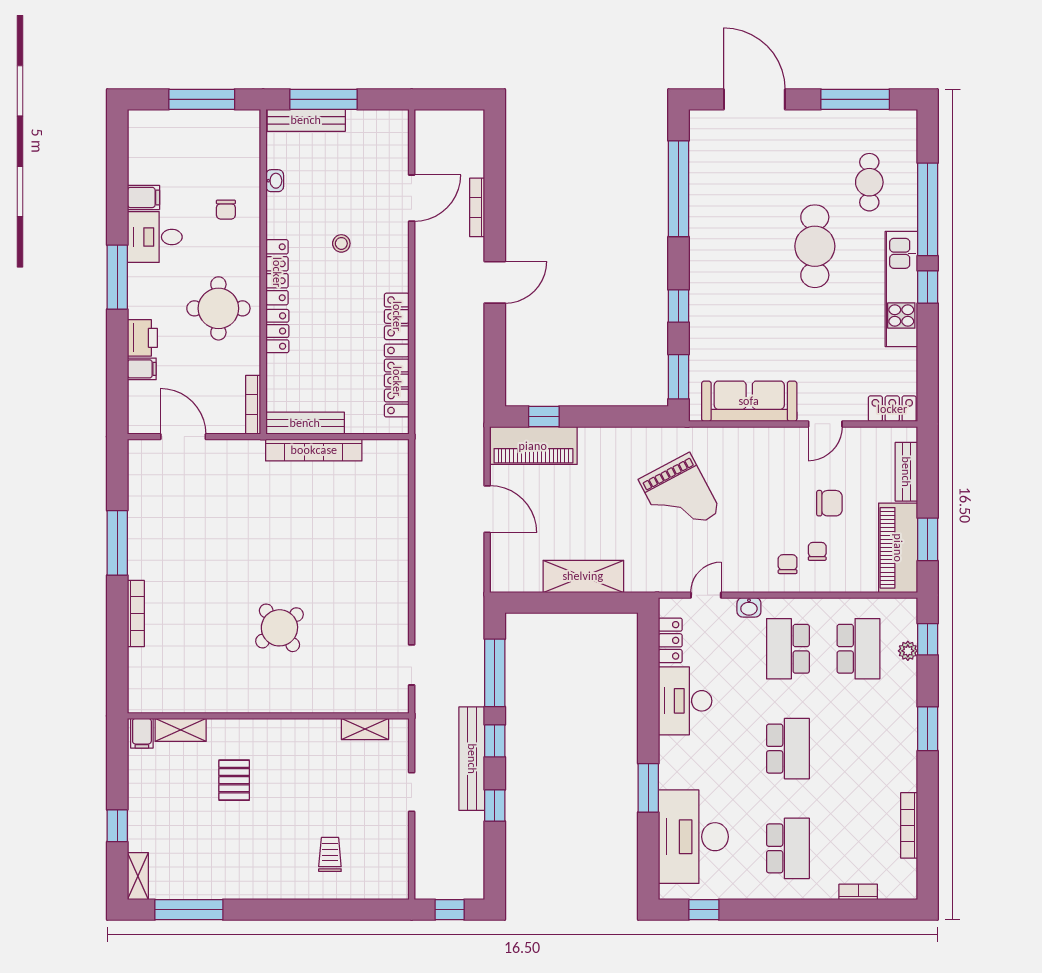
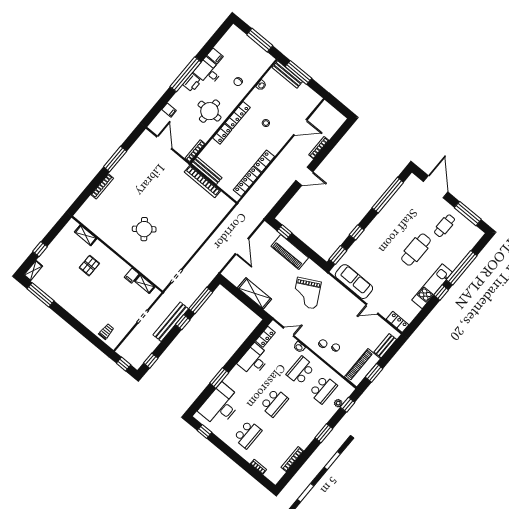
cafe table: (869, 182) -> (445, 226), moved
window: (117, 277) -> (186, 74), width x1.46
printer: (142, 338) -> (192, 83), moved
piano: (533, 446) -> (290, 252), moved
chair: (829, 503) -> (352, 335), removed
filing cabinet: (142, 733) -> (132, 276), moved
window: (495, 805) -> (151, 361), moved
trolley: (330, 854) -> (106, 332), moved

